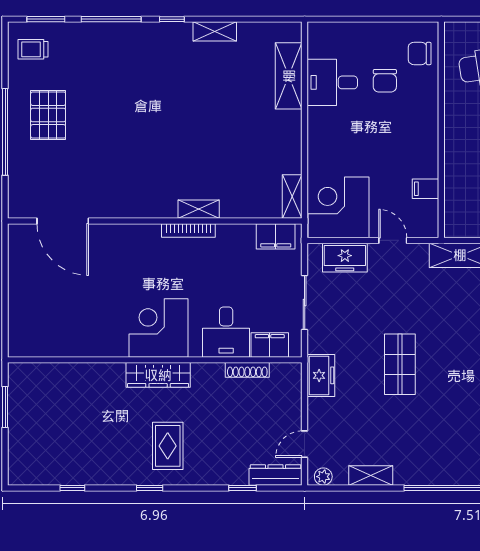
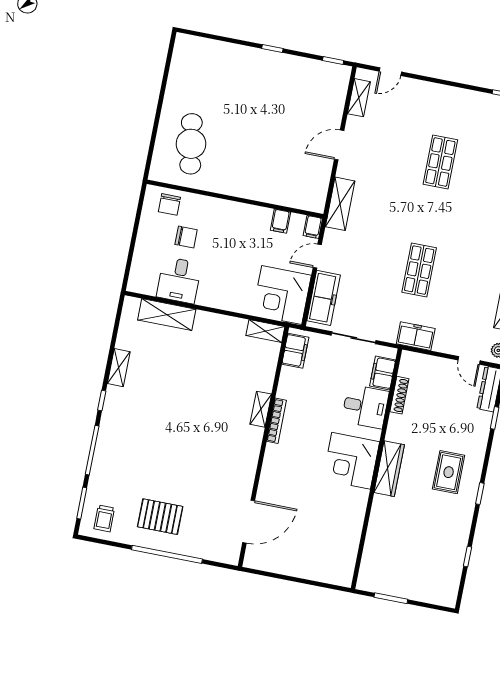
filing cabinet: (426, 228) -> (313, 227), added
freezer: (345, 258) -> (324, 298), width x1.40
shop shelf: (400, 364) -> (419, 270), turned 90
rug: (168, 446) -> (449, 472), turned 90

